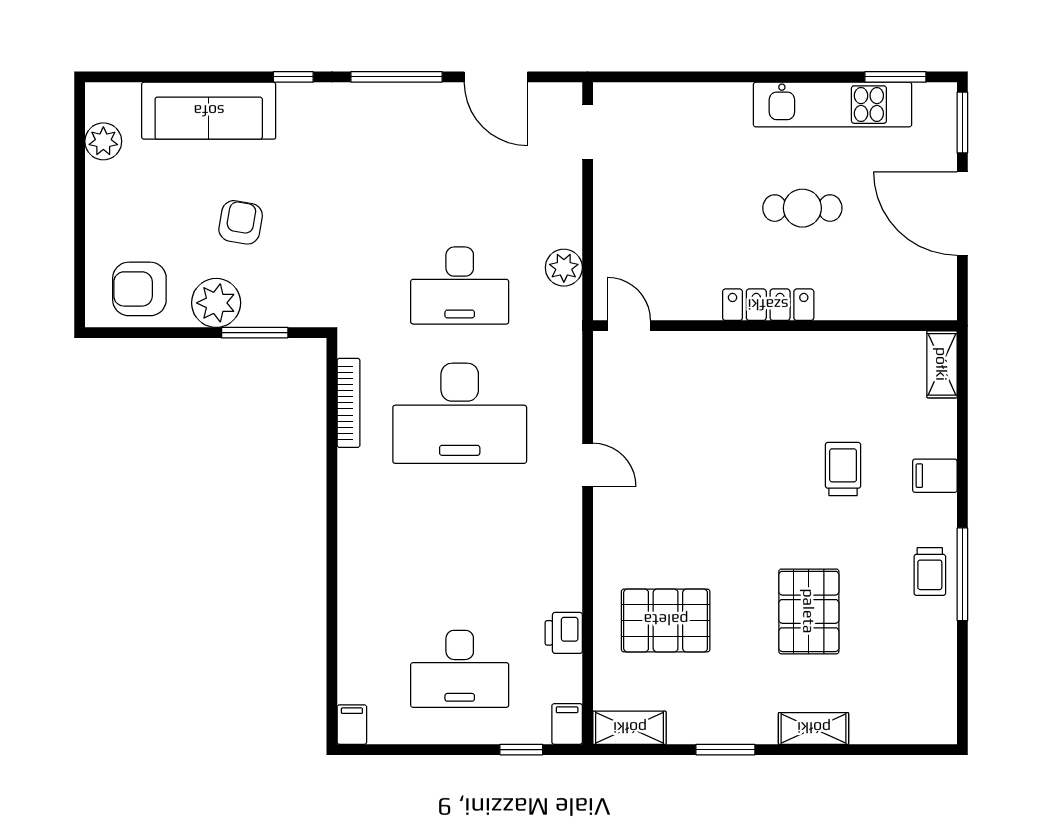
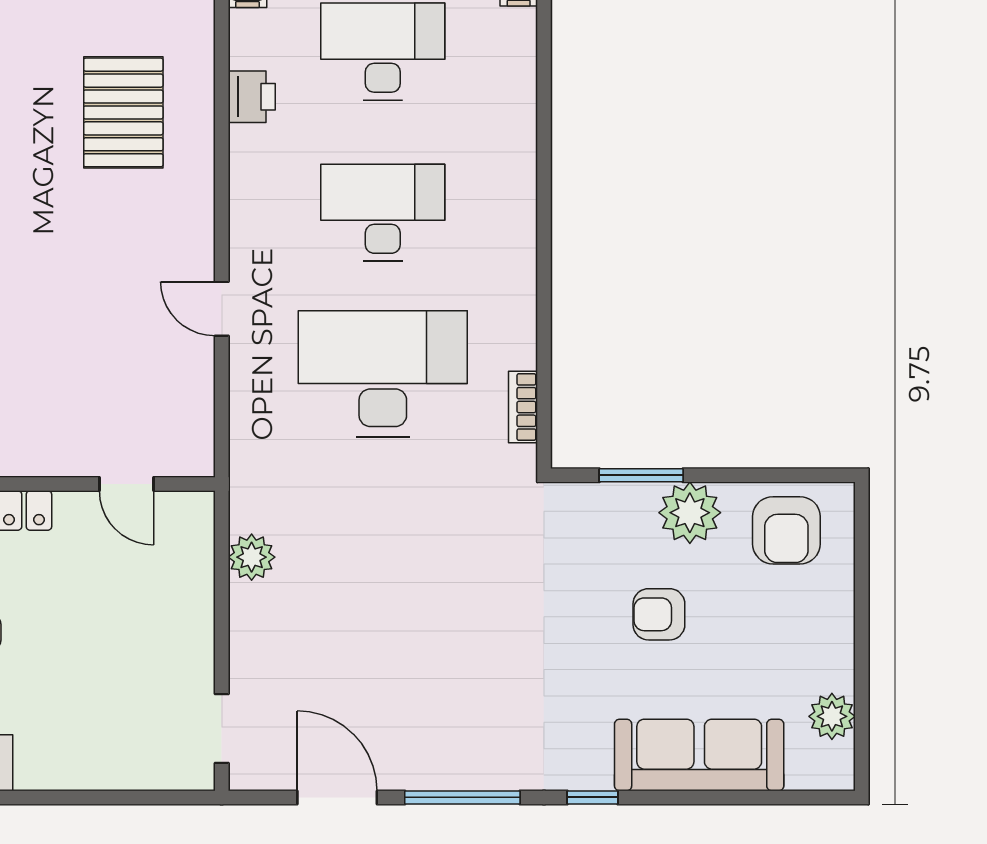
armchair: (241, 222) -> (659, 614), turned 80
desk: (460, 285) -> (383, 213), moved
armchair: (139, 289) -> (786, 530), turned 90
door: (629, 326) -> (126, 484), moved
bookcase: (349, 403) -> (523, 407), width x0.64
pallet: (666, 620) -> (123, 112), turned 90

